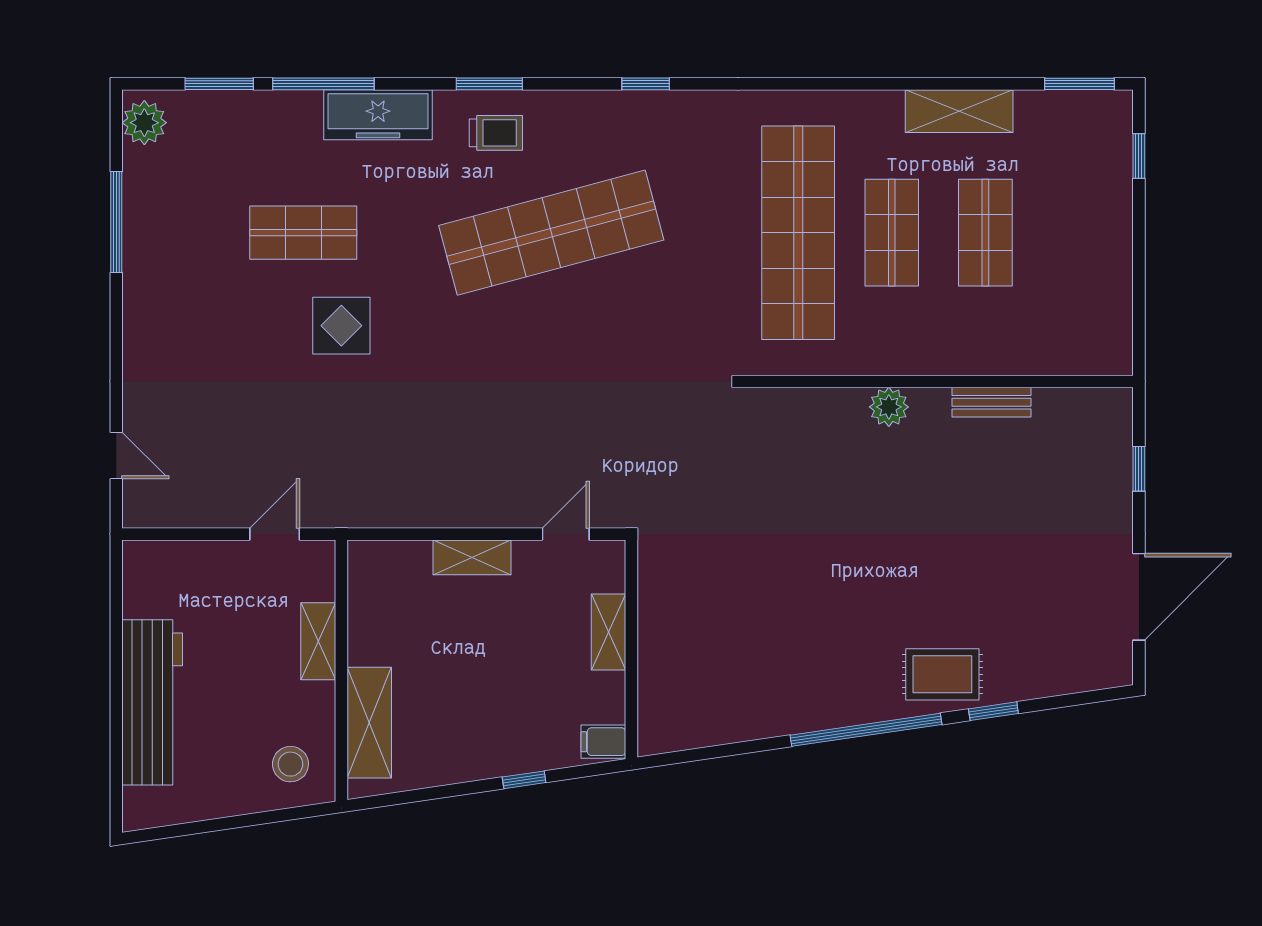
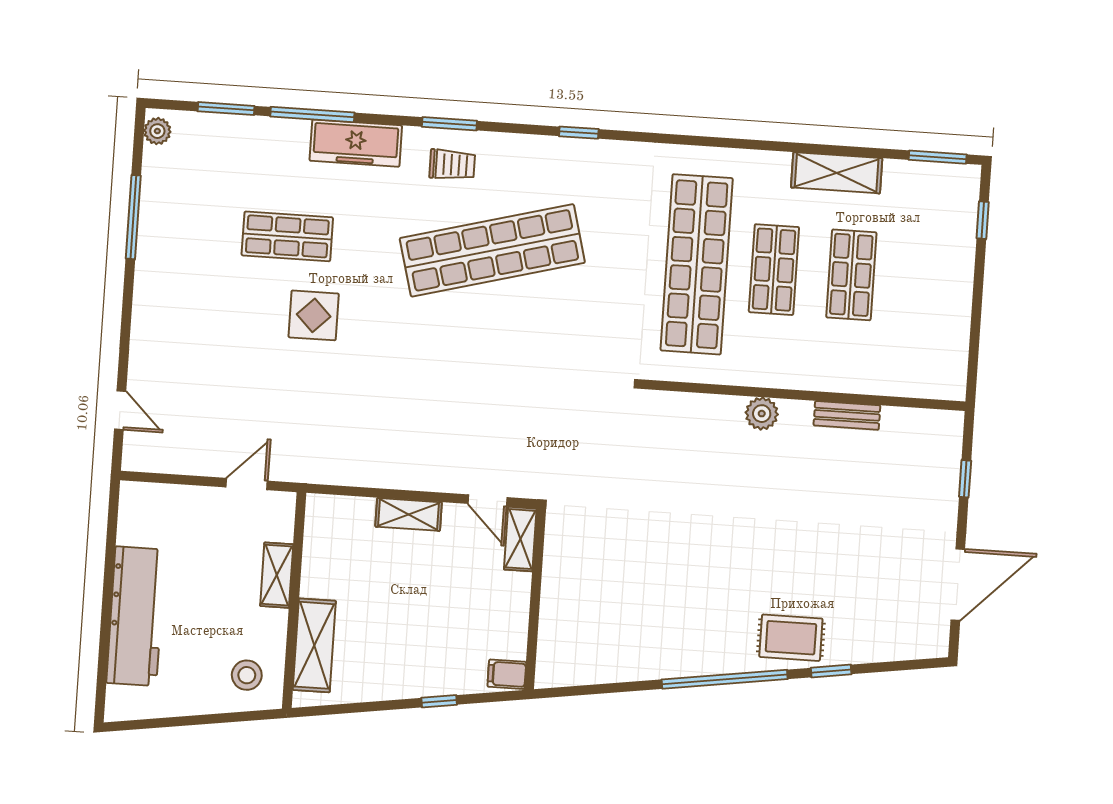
plant: (144, 123) -> (157, 131), width x0.73, depth x0.73
door: (566, 534) -> (487, 500), swing flipped
shelving: (609, 632) -> (520, 539), moved

